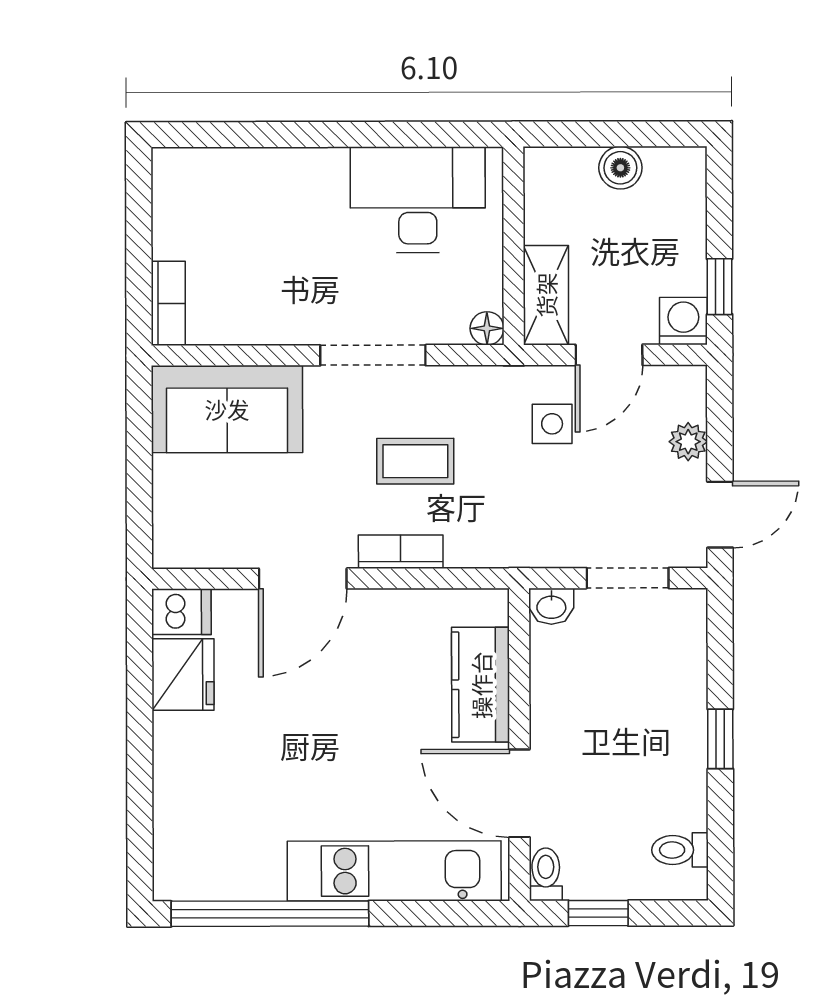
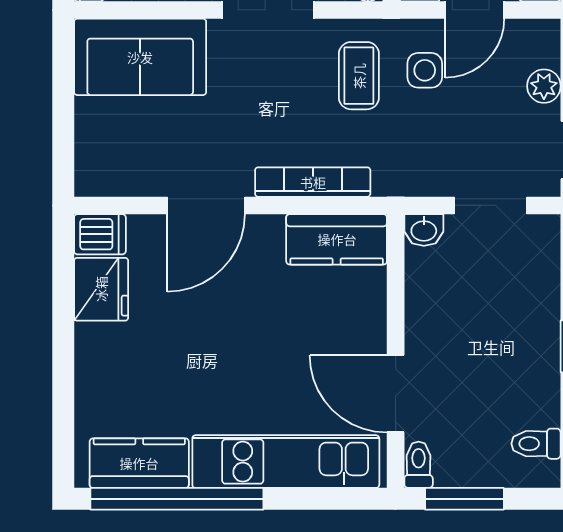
coffee table: (415, 461) -> (359, 76), moved, turned 90
bookcase: (401, 552) -> (313, 182), width x1.56
kitchen counter: (481, 685) -> (337, 239), moved, turned -90
kitchen counter: (227, 873) -> (139, 463), added
window: (598, 913) -> (464, 499), width x1.50

